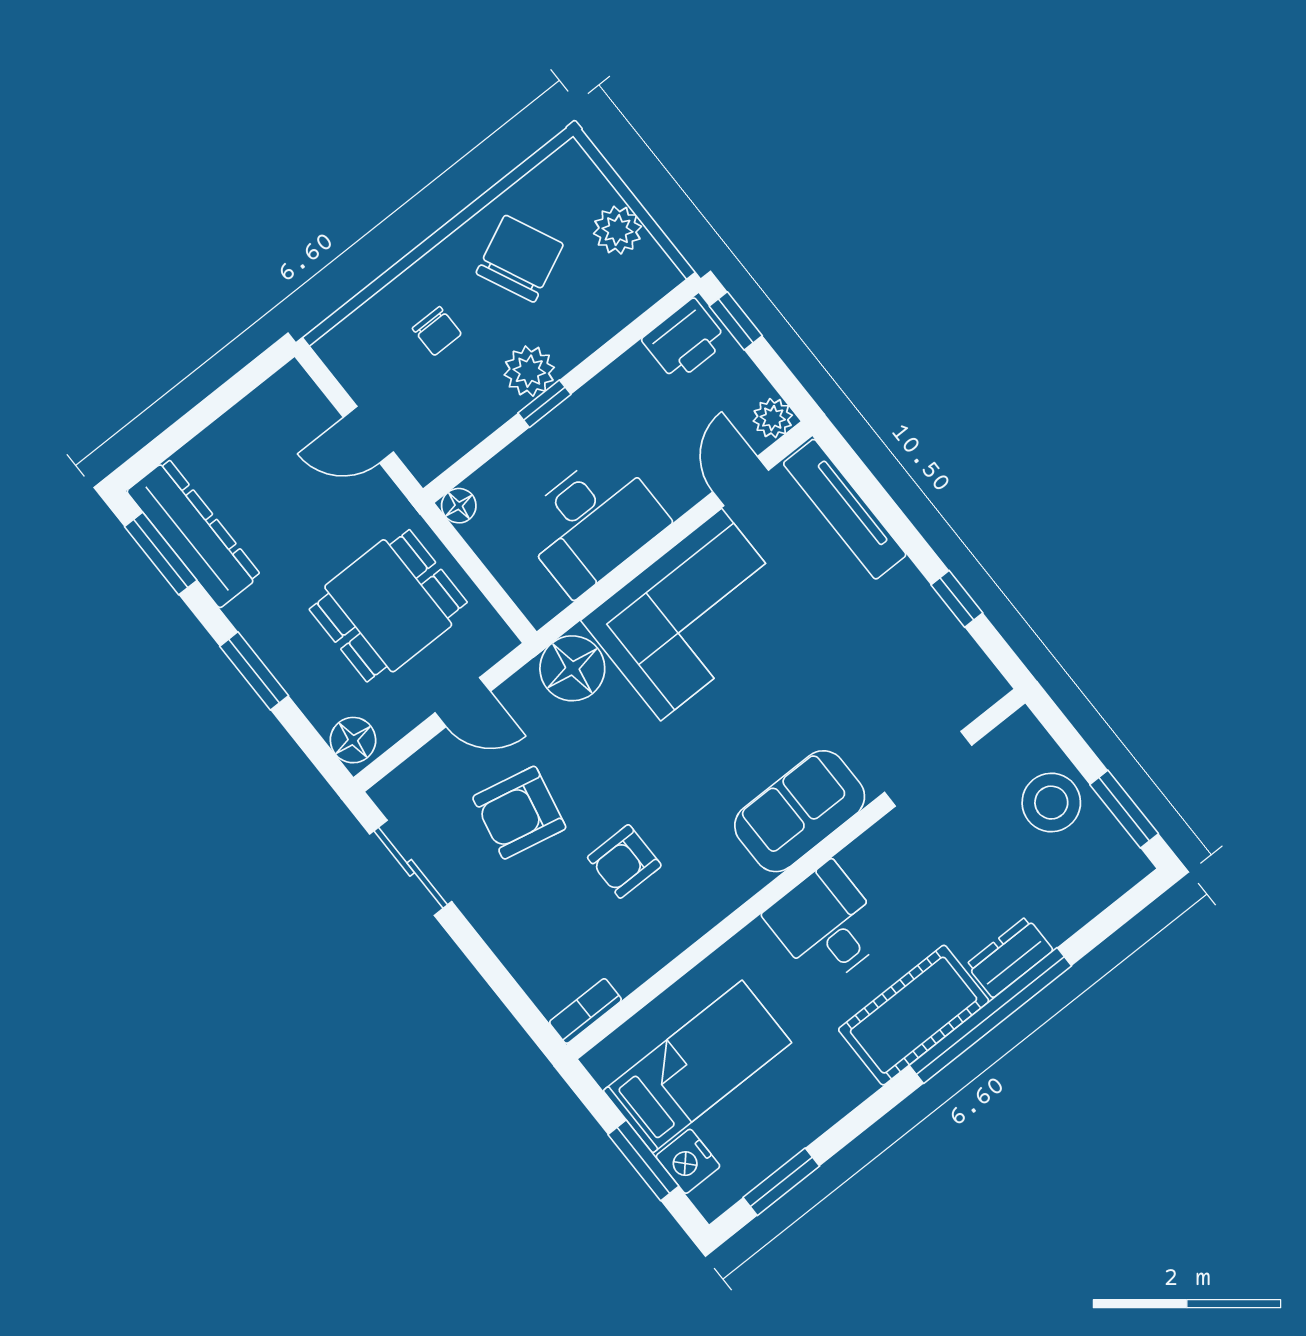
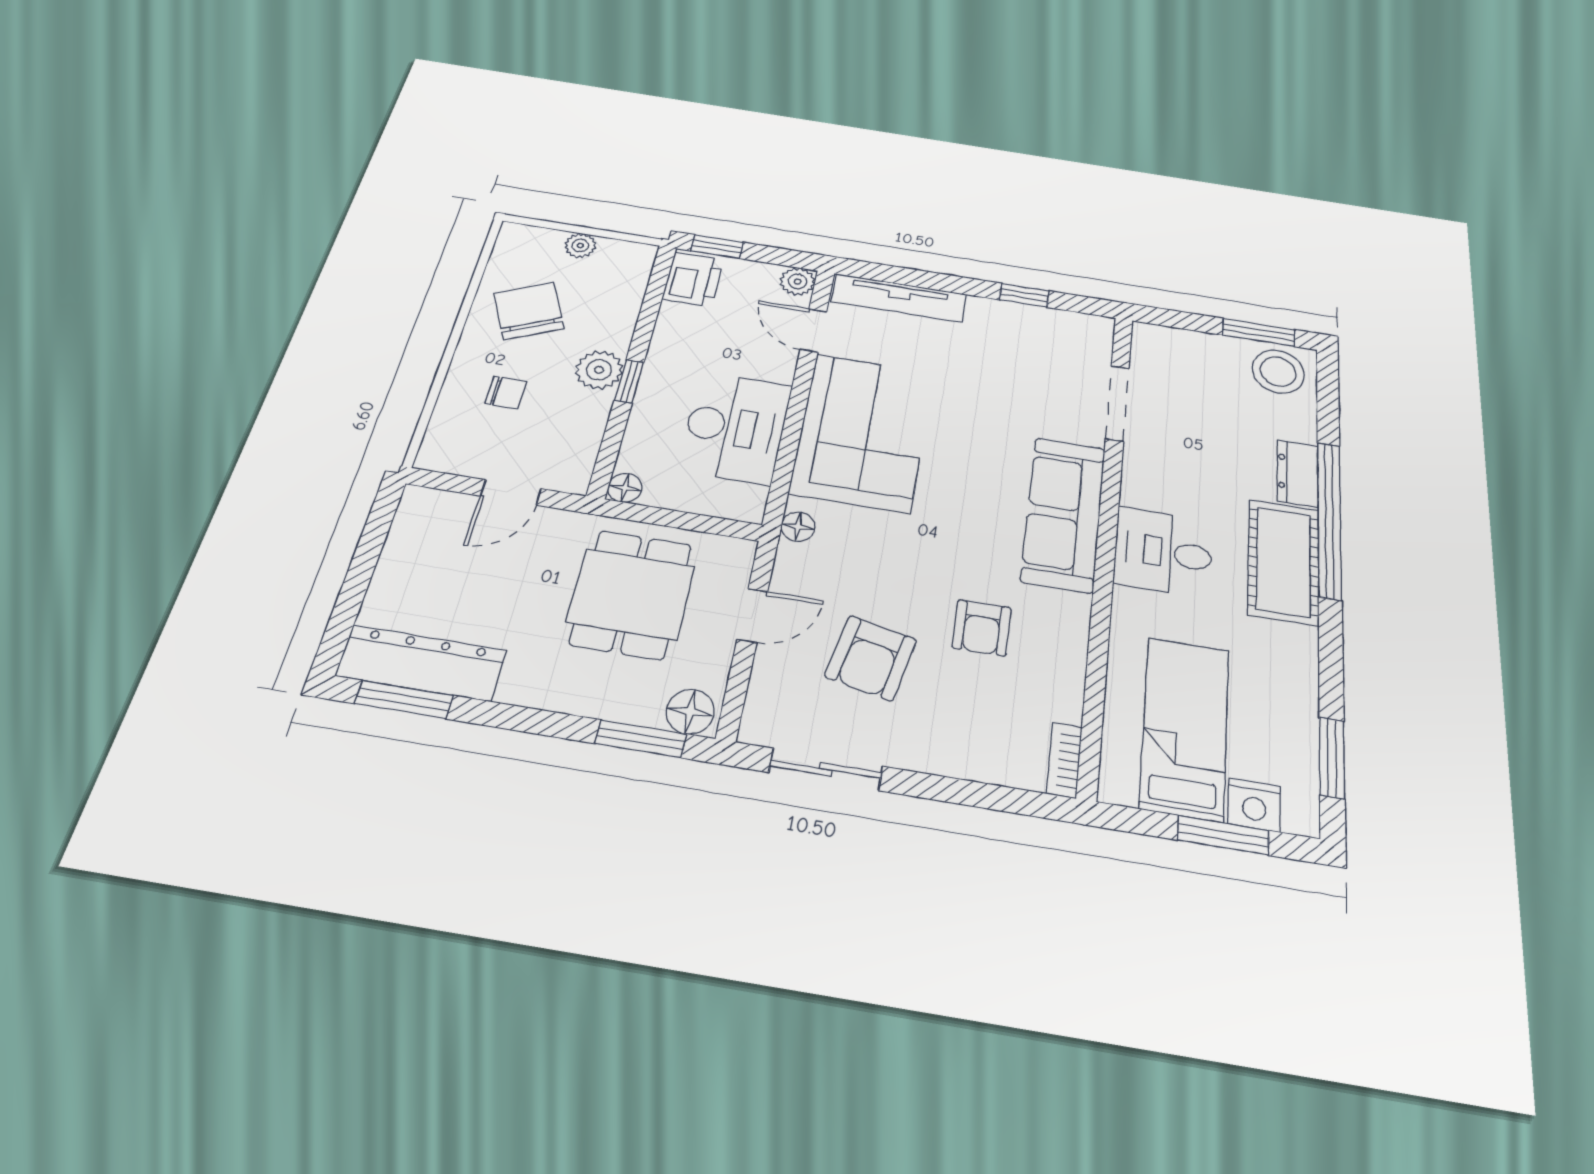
plant: (617, 230) -> (580, 245), width x0.73, depth x0.73
floor lamp: (572, 668) -> (798, 527), width x0.53, depth x0.53
window: (254, 671) -> (641, 739), moved
stool: (1051, 803) -> (1278, 372), moved
sofa: (800, 811) -> (1064, 514), width x1.36

